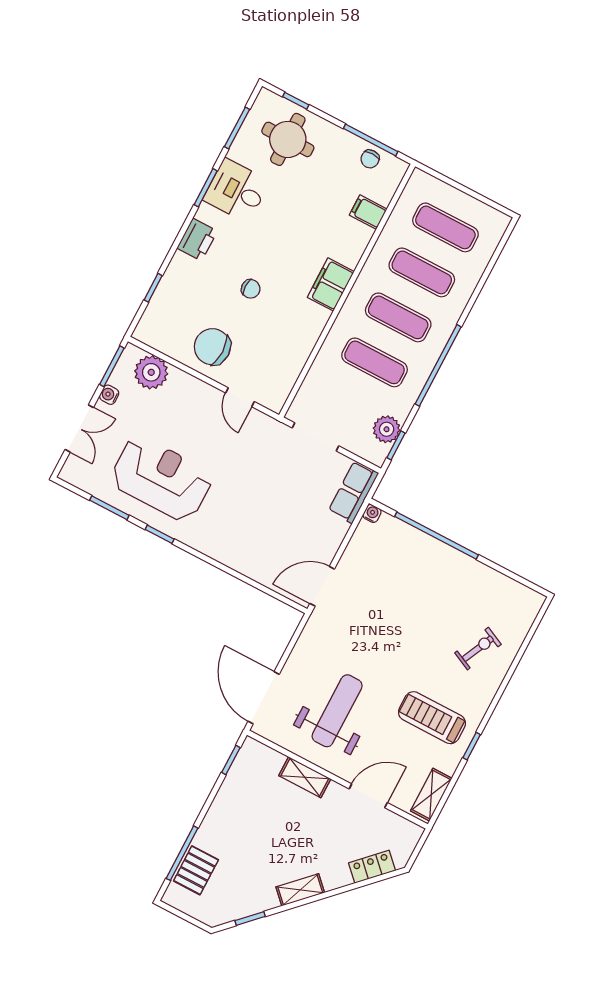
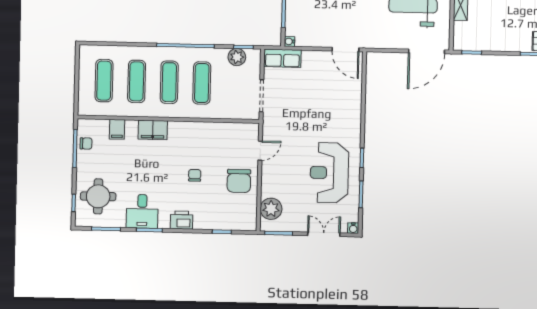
filing cabinet: (331, 284) -> (153, 130), moved
water cooler: (109, 395) -> (353, 228), moved

